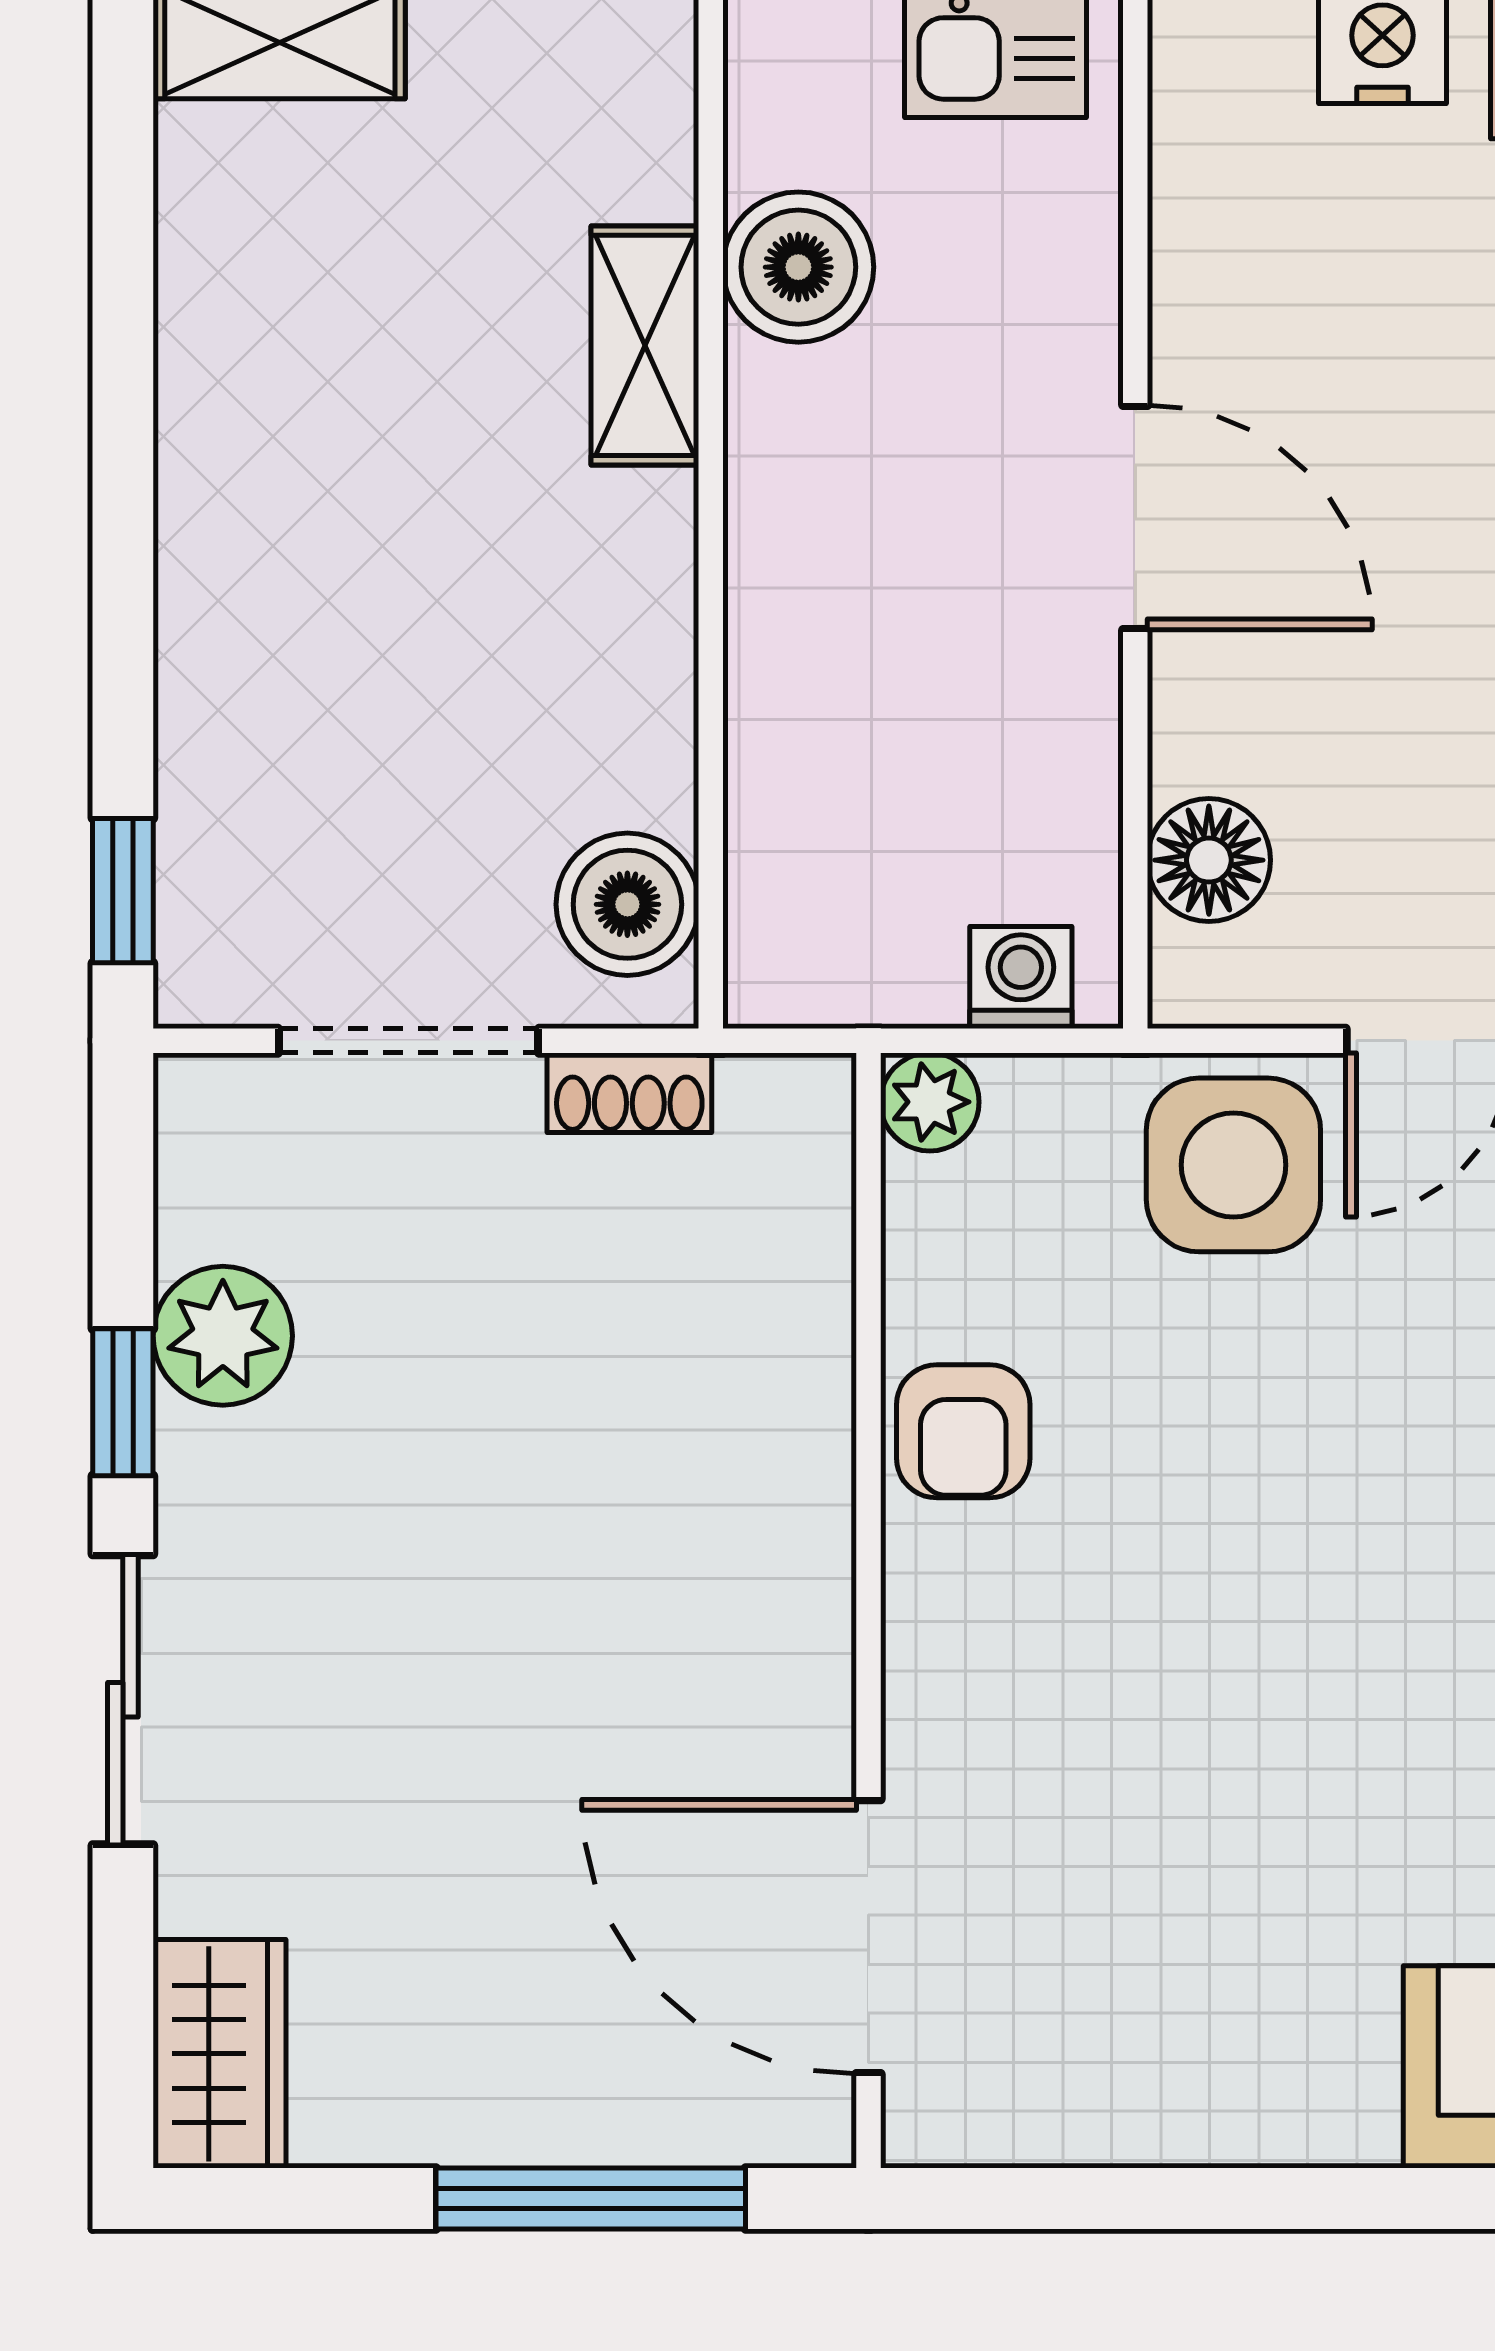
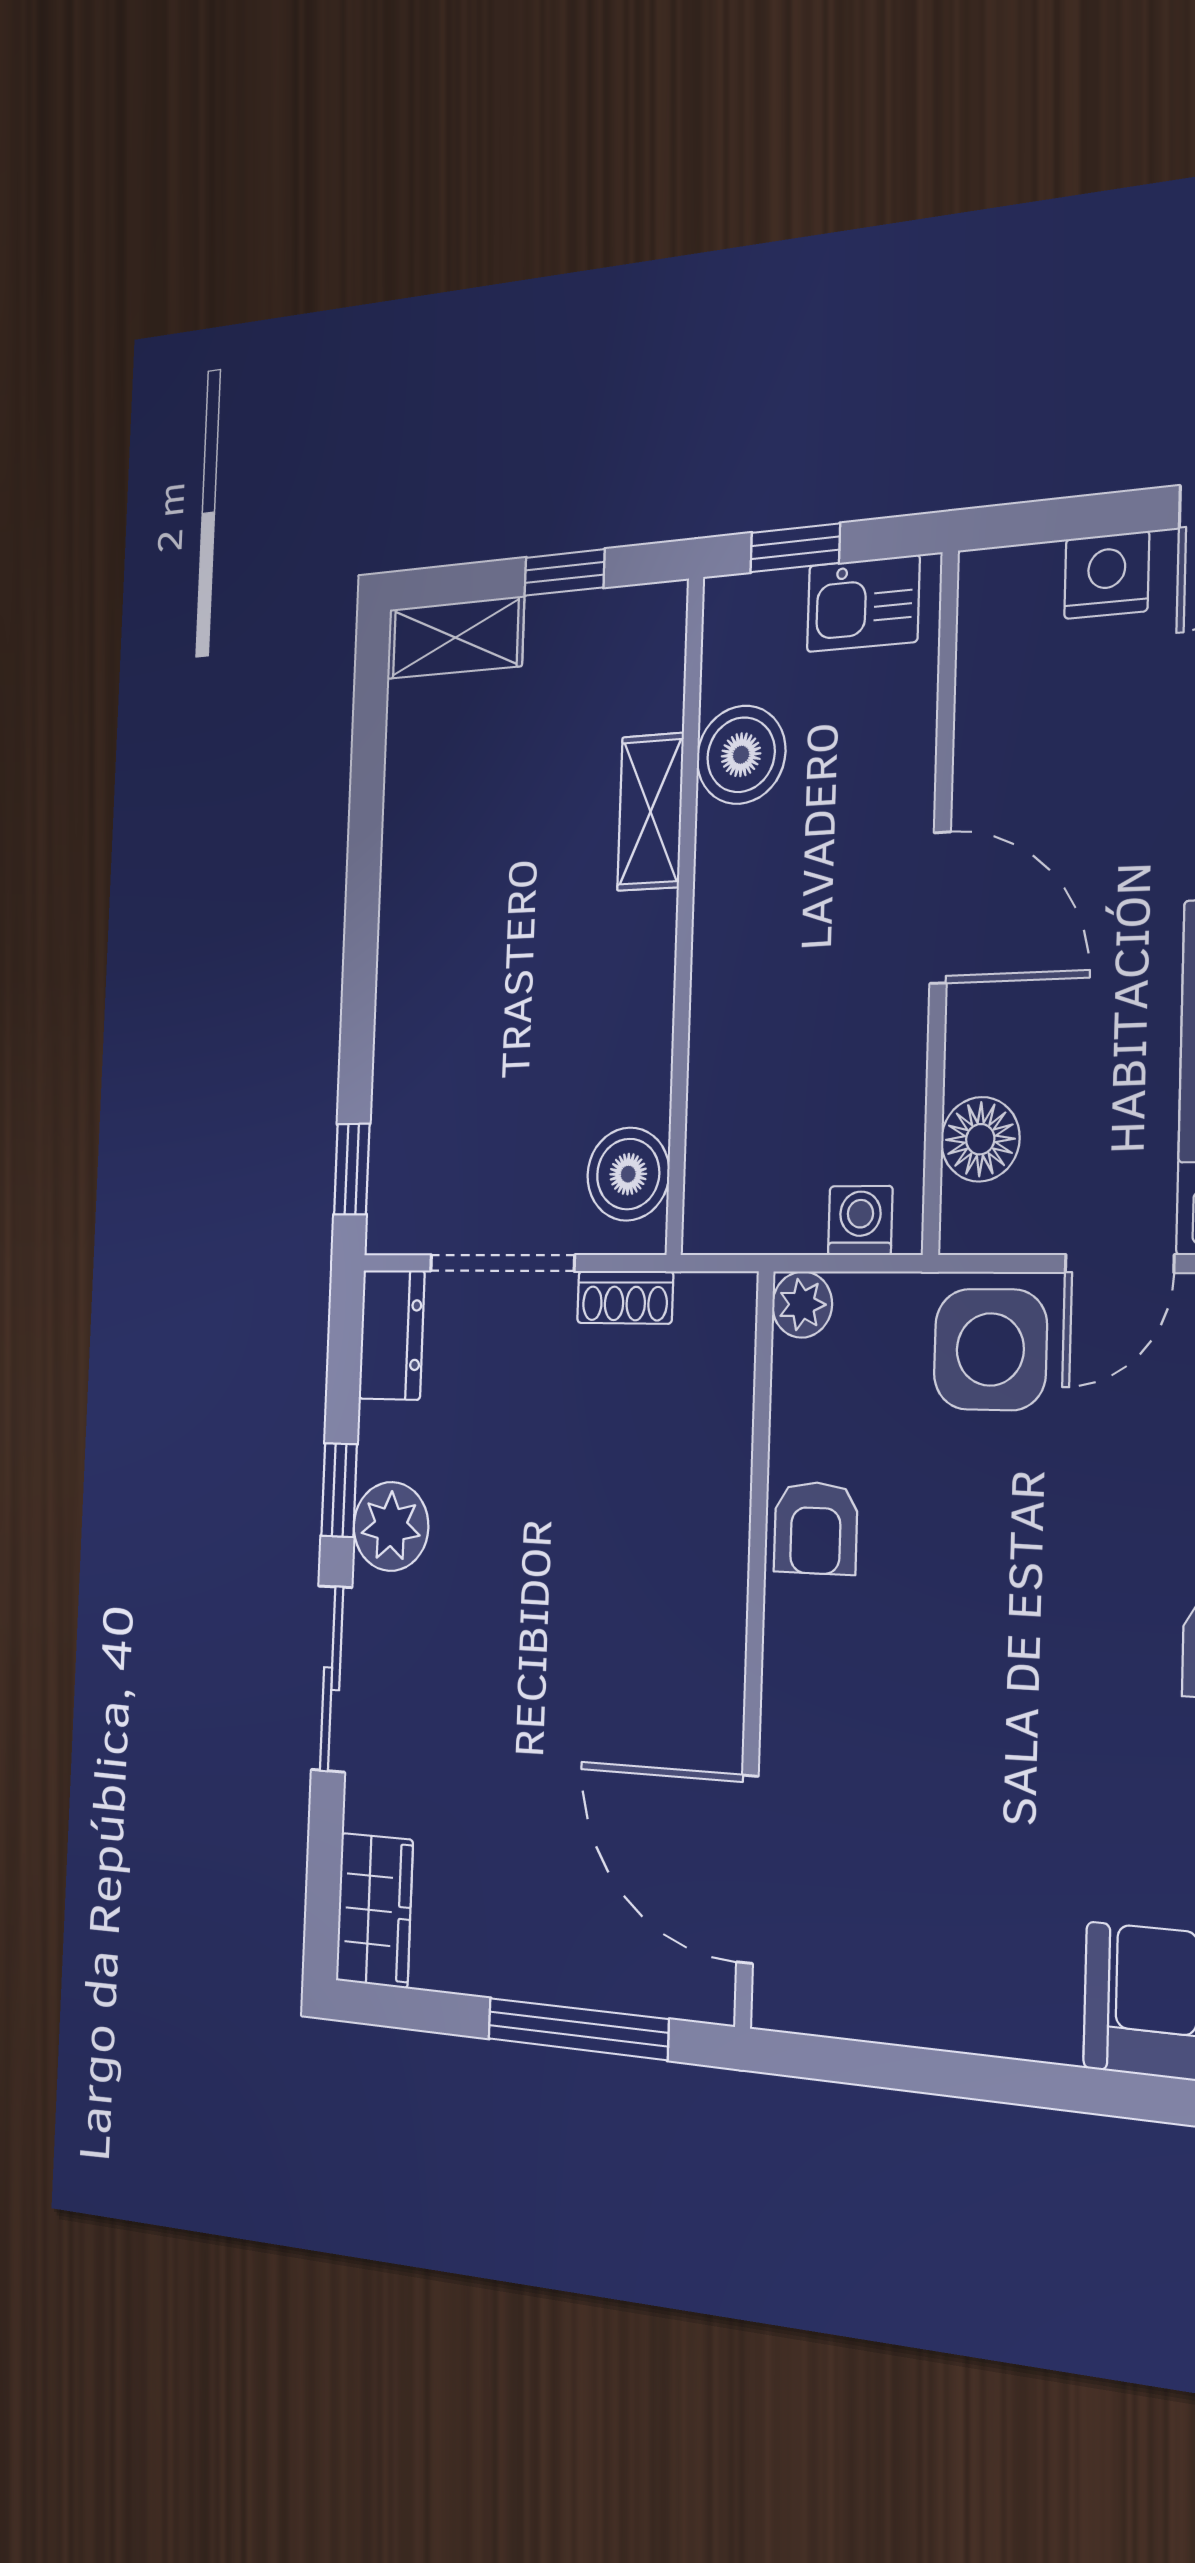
dresser: (211, 1155) -> (392, 1335), added
plant: (223, 1336) -> (391, 1526), moved

